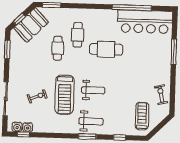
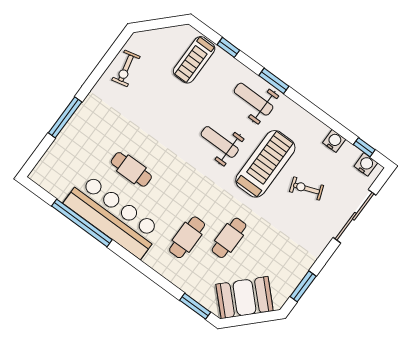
window: (19, 19) -> (256, 318), removed
bar counter: (145, 22) -> (113, 216), moved
cafe table: (106, 49) -> (131, 169), moved, width x0.73, depth x0.74
treadmill: (142, 116) -> (194, 60), moved
water cooler: (28, 127) -> (334, 141), moved

